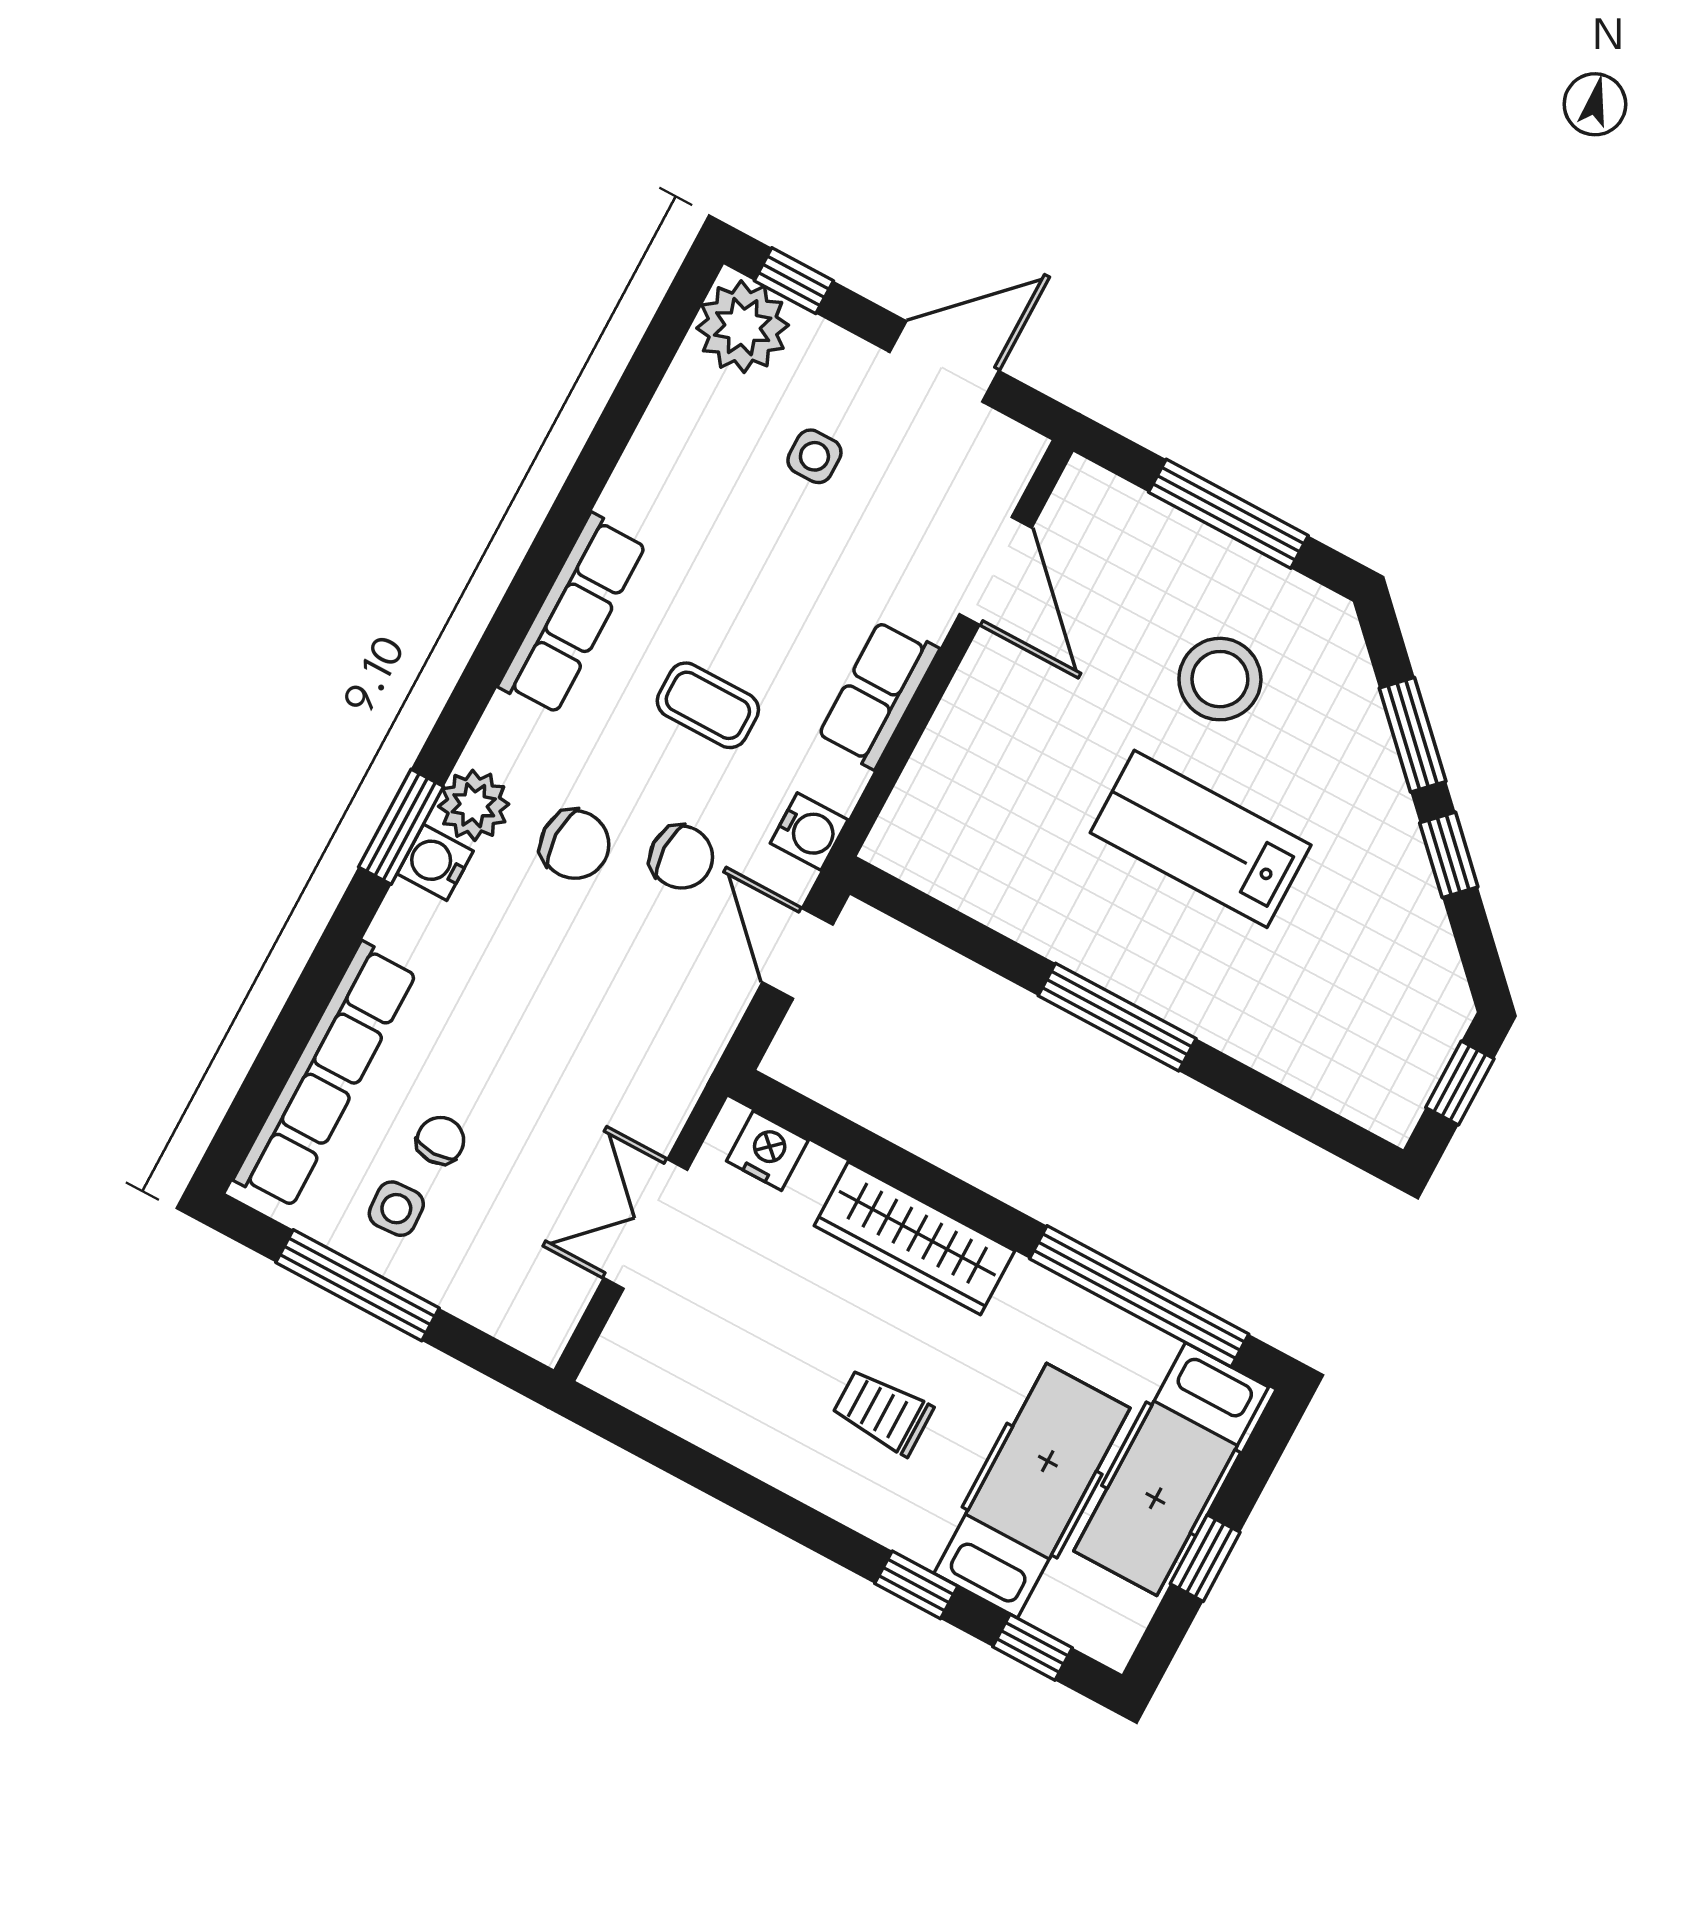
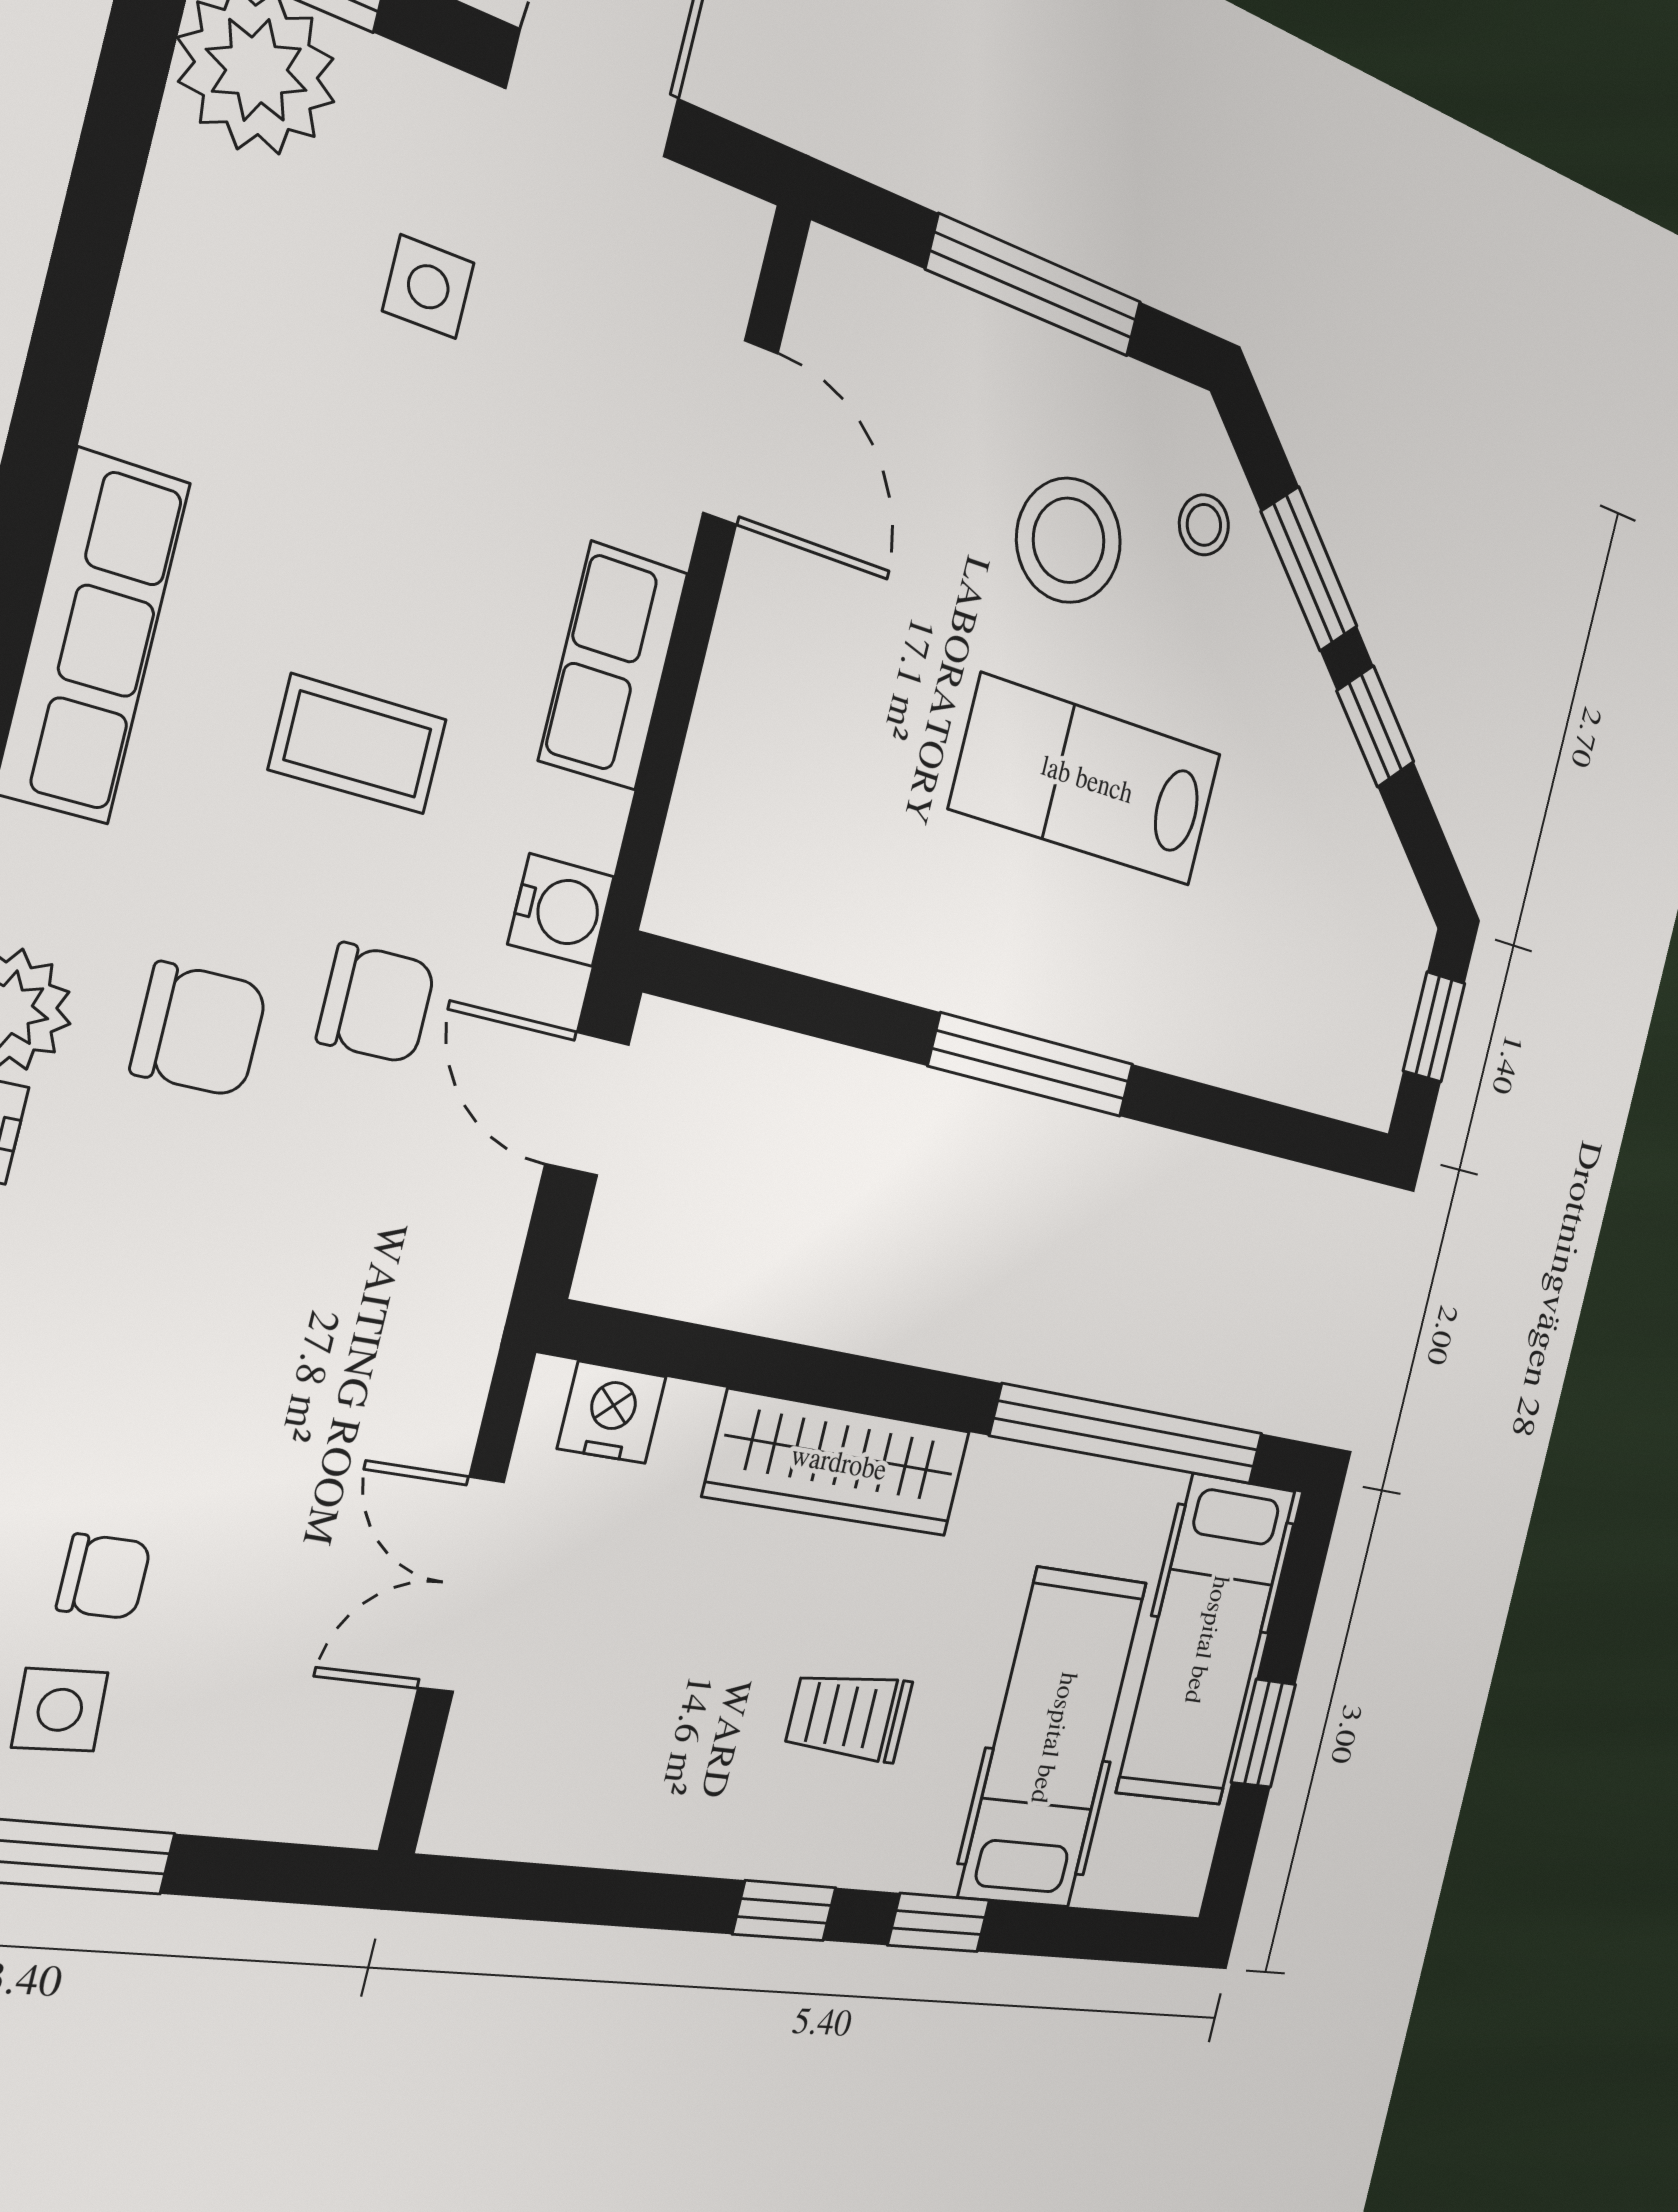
stool: (1330, 689) -> (1204, 525), added
chair: (440, 1140) -> (104, 1577), turned 90
window: (1032, 1647) -> (784, 1911), moved

